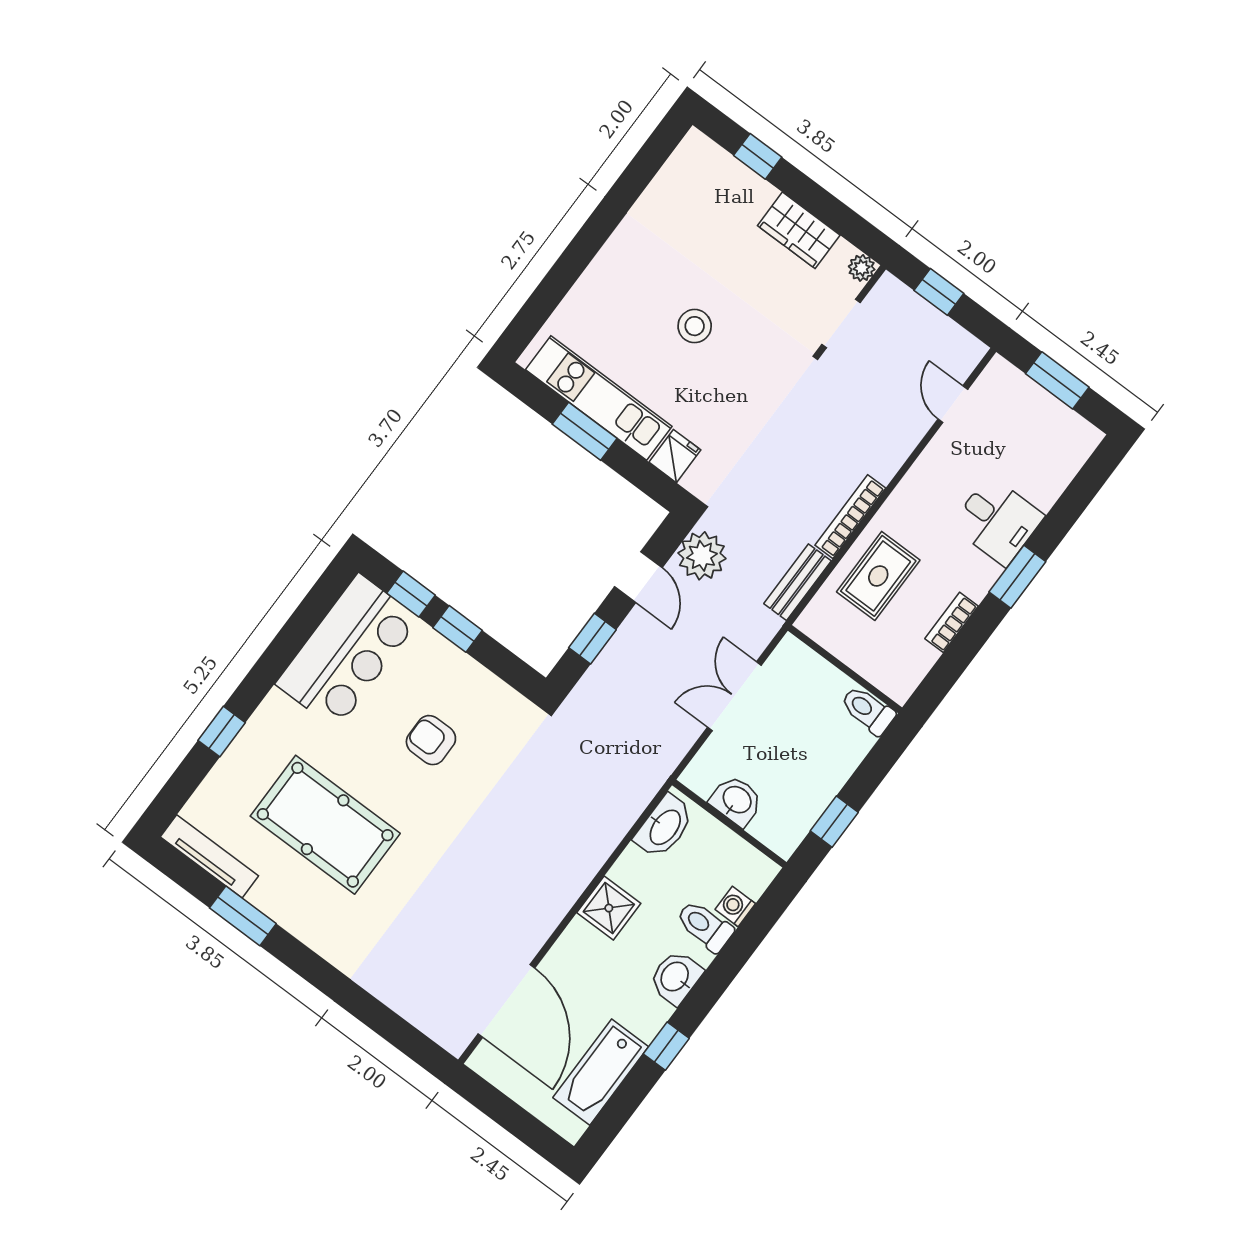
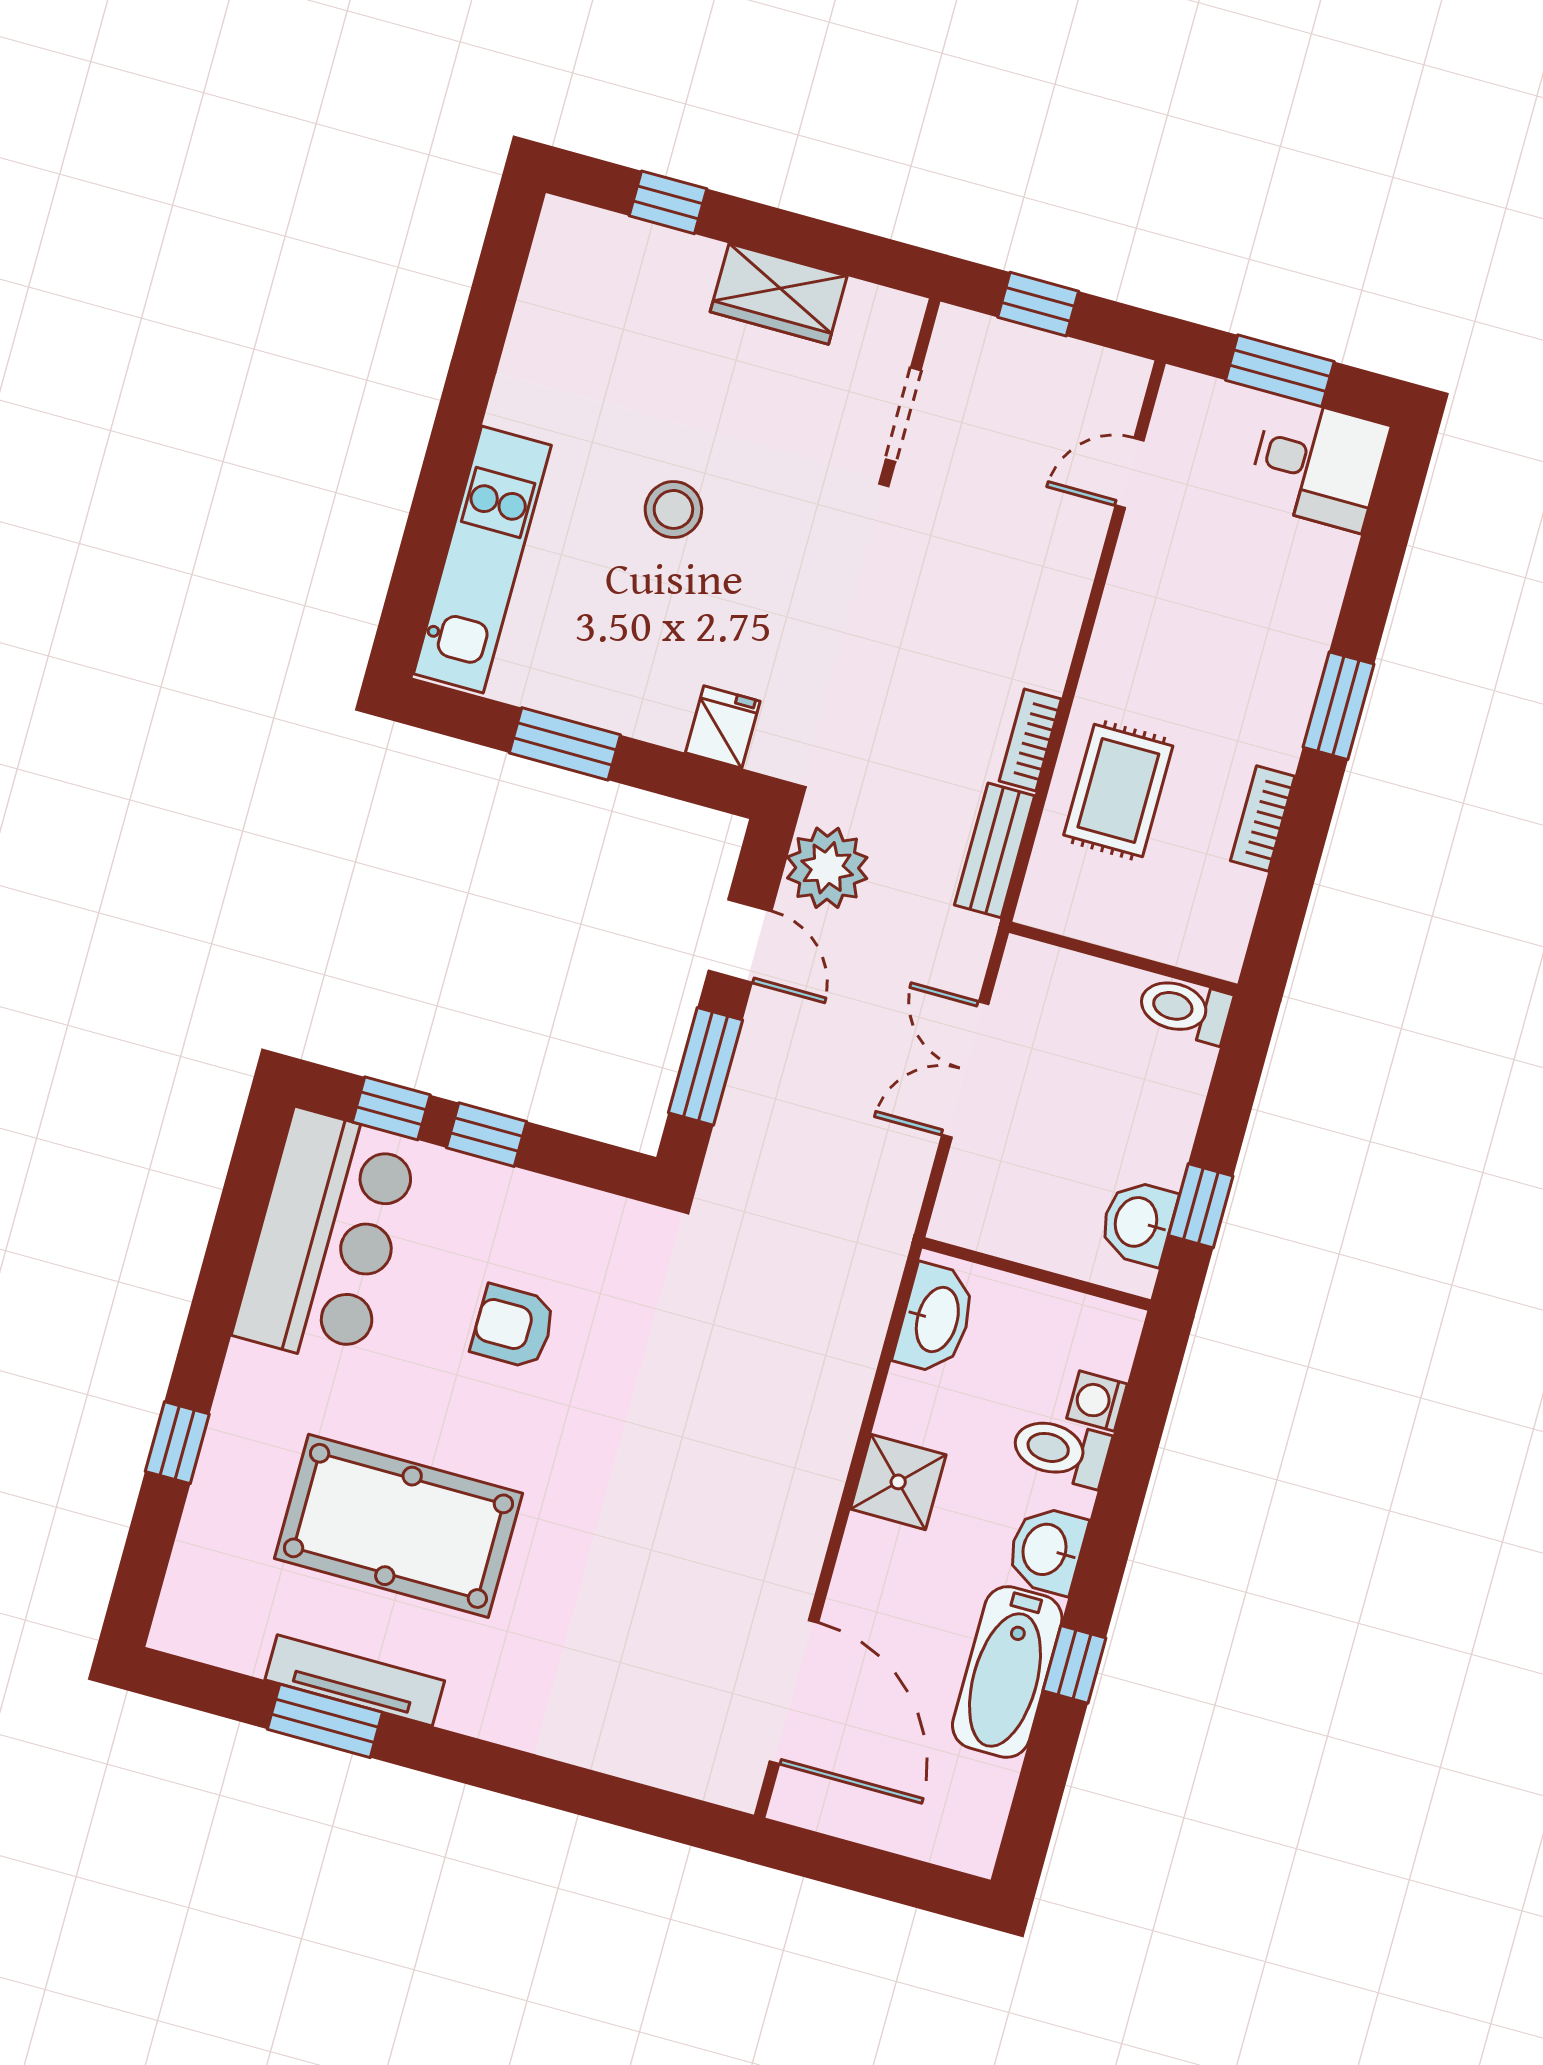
plant: (862, 268) -> (901, 314), removed
kitchen unit: (599, 398) -> (482, 559), moved, turned 90
door: (953, 404) -> (1130, 473), hinge flipped
bookcase: (850, 517) -> (1030, 740), width x0.64
desk: (997, 521) -> (1318, 464), moved
window: (592, 639) -> (705, 1066), width x1.50
washbasin: (736, 801) -> (1138, 1222), moved, turned -90
tv unit: (209, 856) -> (355, 1680), moved
bathtub: (601, 1072) -> (1007, 1672), moved

